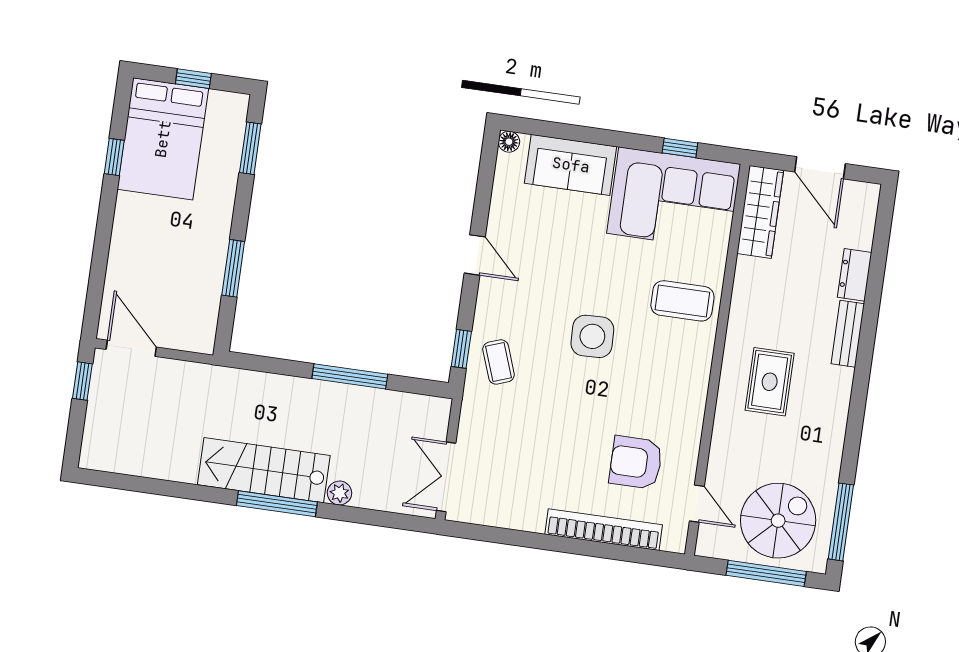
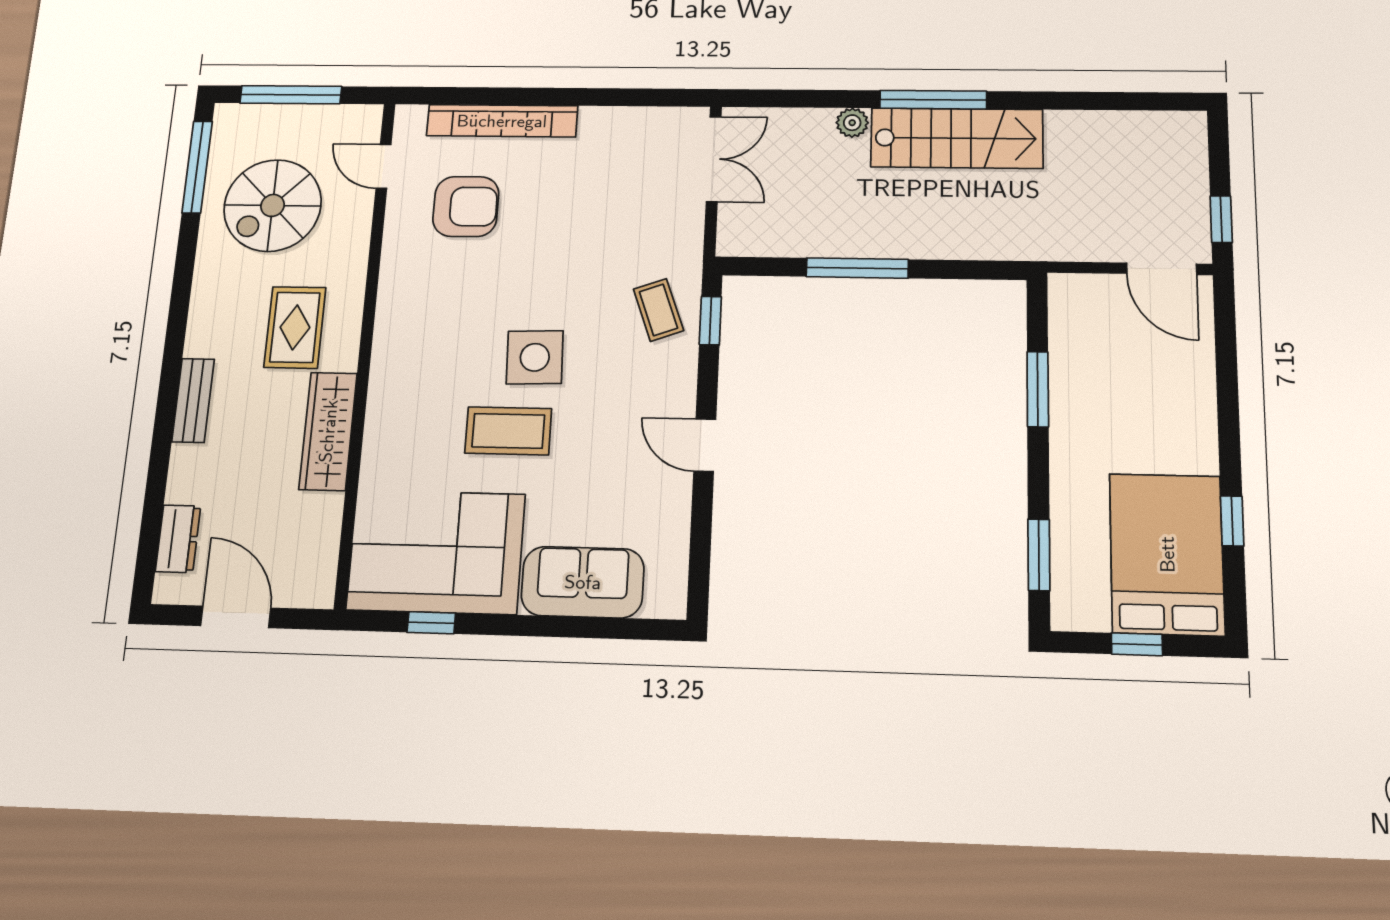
floor lamp: (509, 142) -> (672, 605), removed
wardrobe: (760, 212) -> (328, 431), moved
dresser: (855, 275) -> (178, 539), moved
coffee table: (682, 301) -> (508, 431), moved
spiral stairs: (778, 521) -> (273, 205), moved

